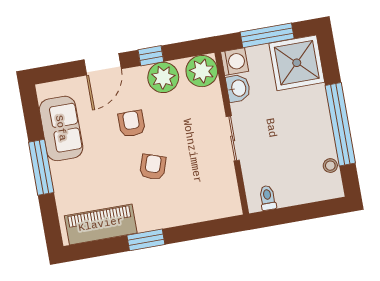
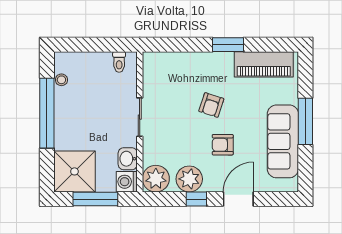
armchair: (132, 124) -> (223, 145), turned 90
sofa: (61, 128) -> (283, 141), width x1.36

